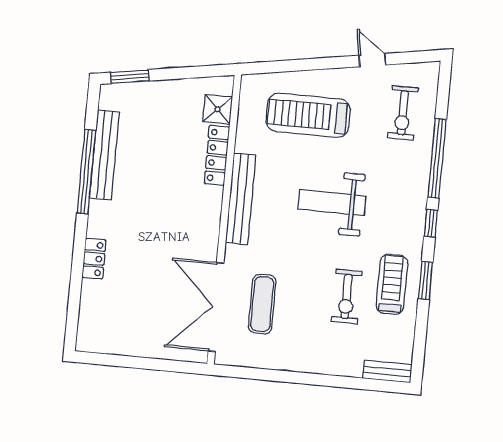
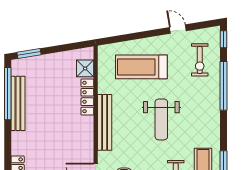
window: (86, 172) -> (8, 94), moved
weight bench: (332, 203) -> (161, 119), turned -90
window: (431, 223) -> (223, 39), moved

